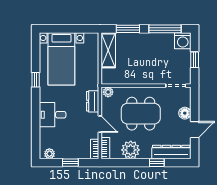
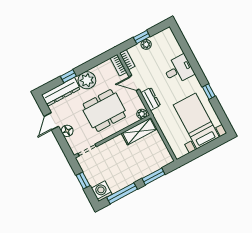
shelving: (108, 50) -> (139, 131), moved, turned 90
plant: (131, 150) -> (87, 80), moved
plant: (49, 154) -> (146, 44), moved

